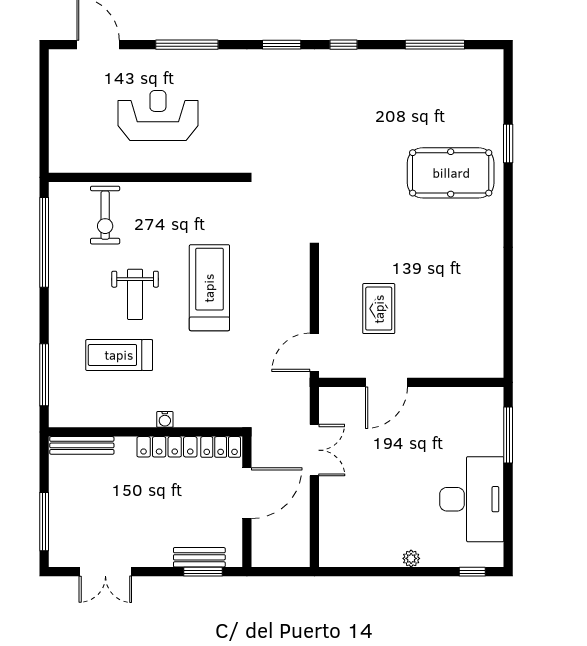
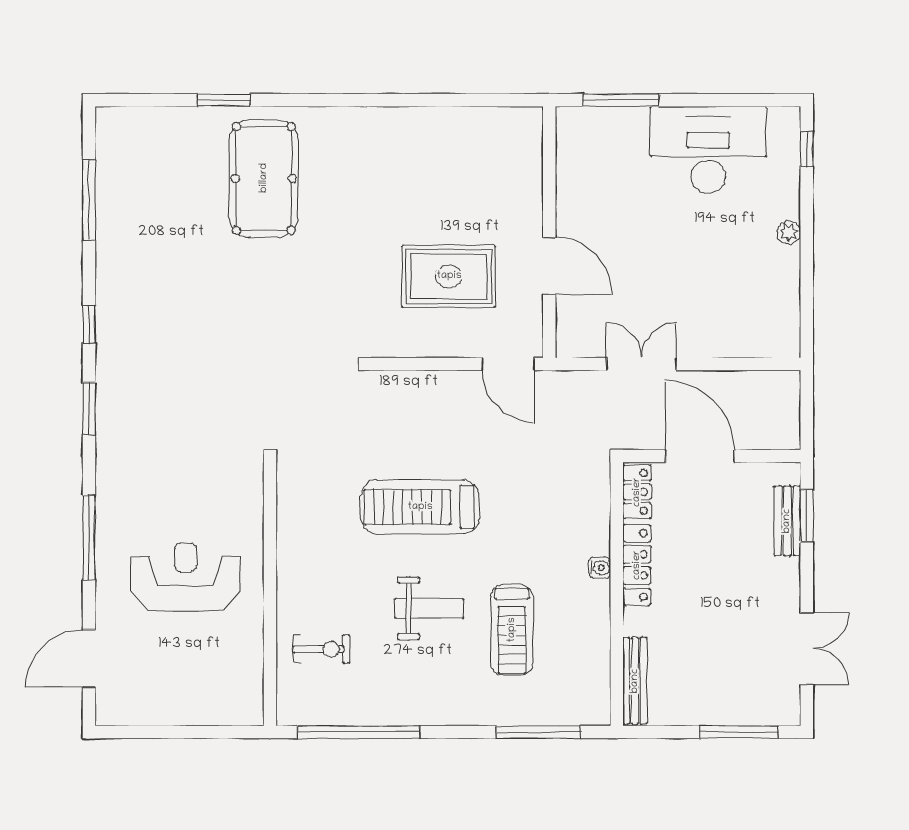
reception desk: (158, 116) -> (186, 577), turned 90
exercise bike: (105, 215) -> (321, 649), width x0.73, depth x0.72
rug: (379, 309) -> (449, 276), width x1.36, depth x1.43

